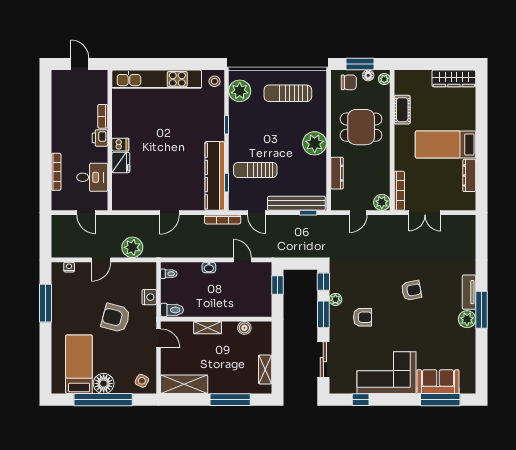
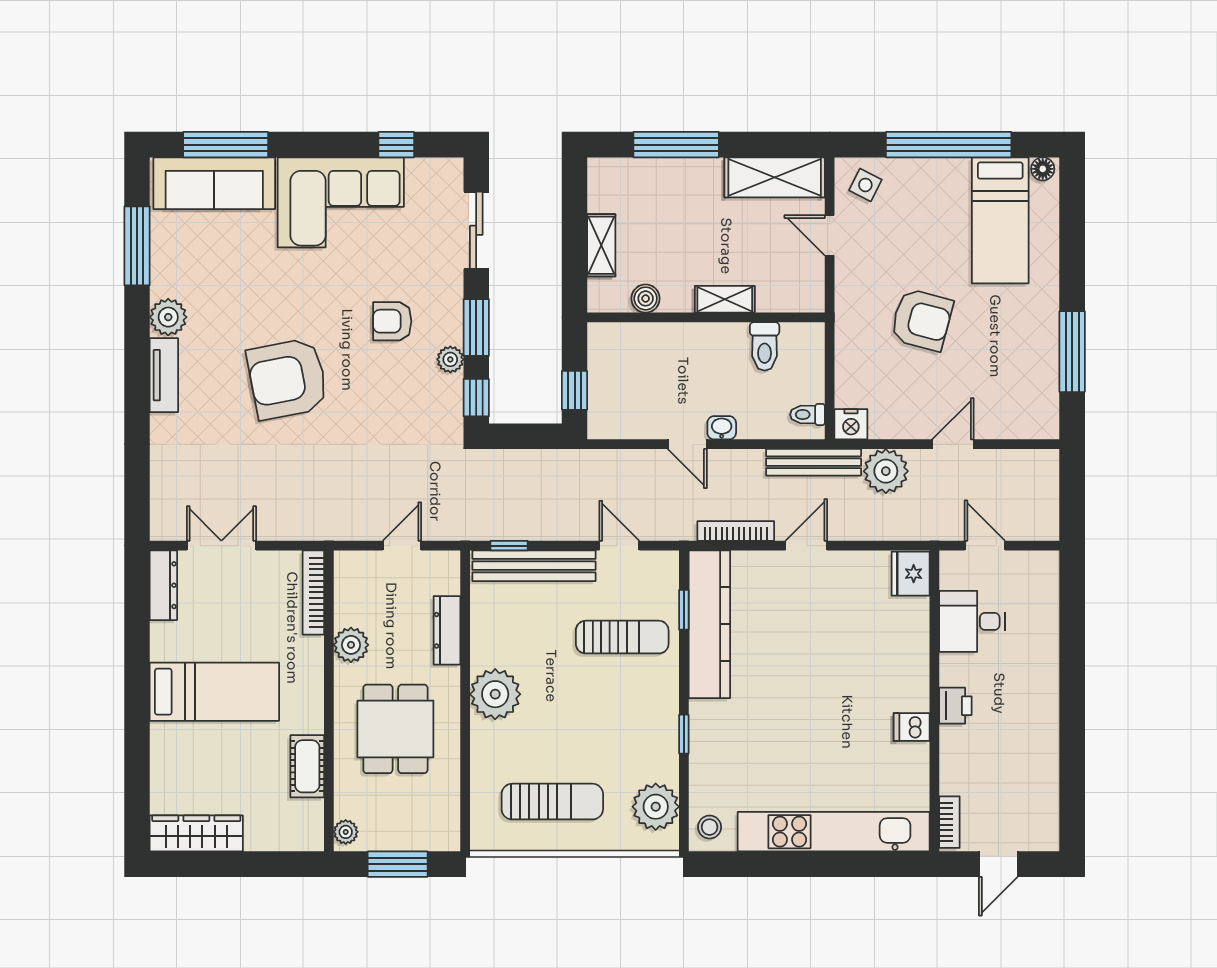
door: (80, 64) -> (998, 864), hinge flipped
floor lamp: (368, 75) -> (380, 840), removed
chair: (349, 82) -> (422, 825), removed
bookcase: (103, 116) -> (949, 822), moved
dining table: (361, 127) -> (395, 729), turned 90
dishwasher: (120, 145) -> (912, 727), moved
fridge: (121, 163) -> (911, 574), moved
bookcase: (56, 172) -> (1049, 633), removed
dresser: (469, 175) -> (163, 585), moved
plant: (382, 202) -> (351, 645), moved
double door: (425, 213) -> (221, 546), moved
bookcase: (223, 219) -> (736, 531), moved
bench: (166, 251) -> (814, 462), added
door: (242, 260) -> (687, 444), moved
nightstand: (69, 267) -> (1021, 429), removed
armchair: (411, 290) -> (287, 379), width x1.88, depth x1.88
nightstand: (149, 297) -> (851, 424), moved, turned -90
toilet: (172, 310) -> (765, 346), moved, turned -90
window: (482, 310) -> (137, 246), moved
door: (159, 338) -> (830, 235), moved
shelving: (265, 370) -> (601, 245), moved
sofa: (438, 382) -> (214, 183), width x1.36
floor lamp: (104, 384) -> (1043, 169), moved, width x0.53, depth x0.53

